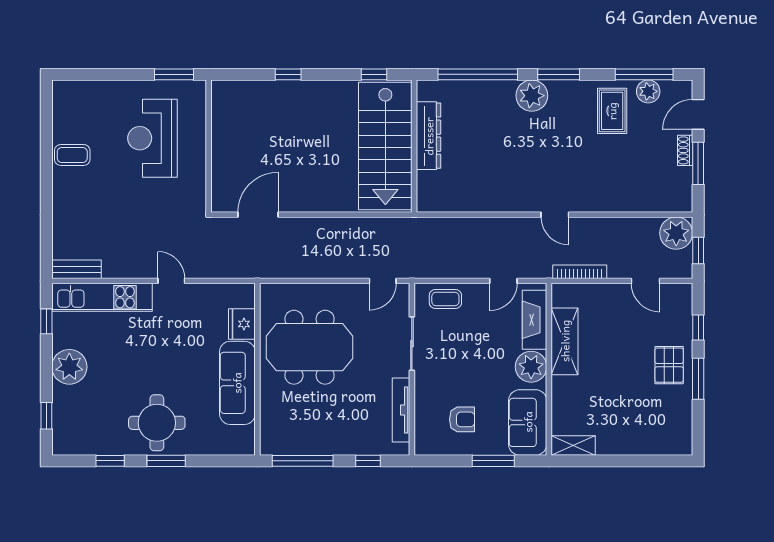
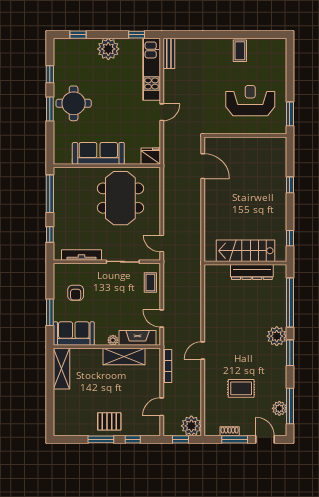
rug: (612, 111) -> (241, 388), moved
stairs: (385, 146) -> (245, 251), width x0.73, depth x0.66
shoe rack: (685, 150) -> (230, 431), moved
fridge: (242, 324) -> (151, 156), moved
plant: (531, 367) -> (113, 340), width x0.53, depth x0.53
shelving: (573, 445) -> (62, 369), width x1.50, depth x1.33

